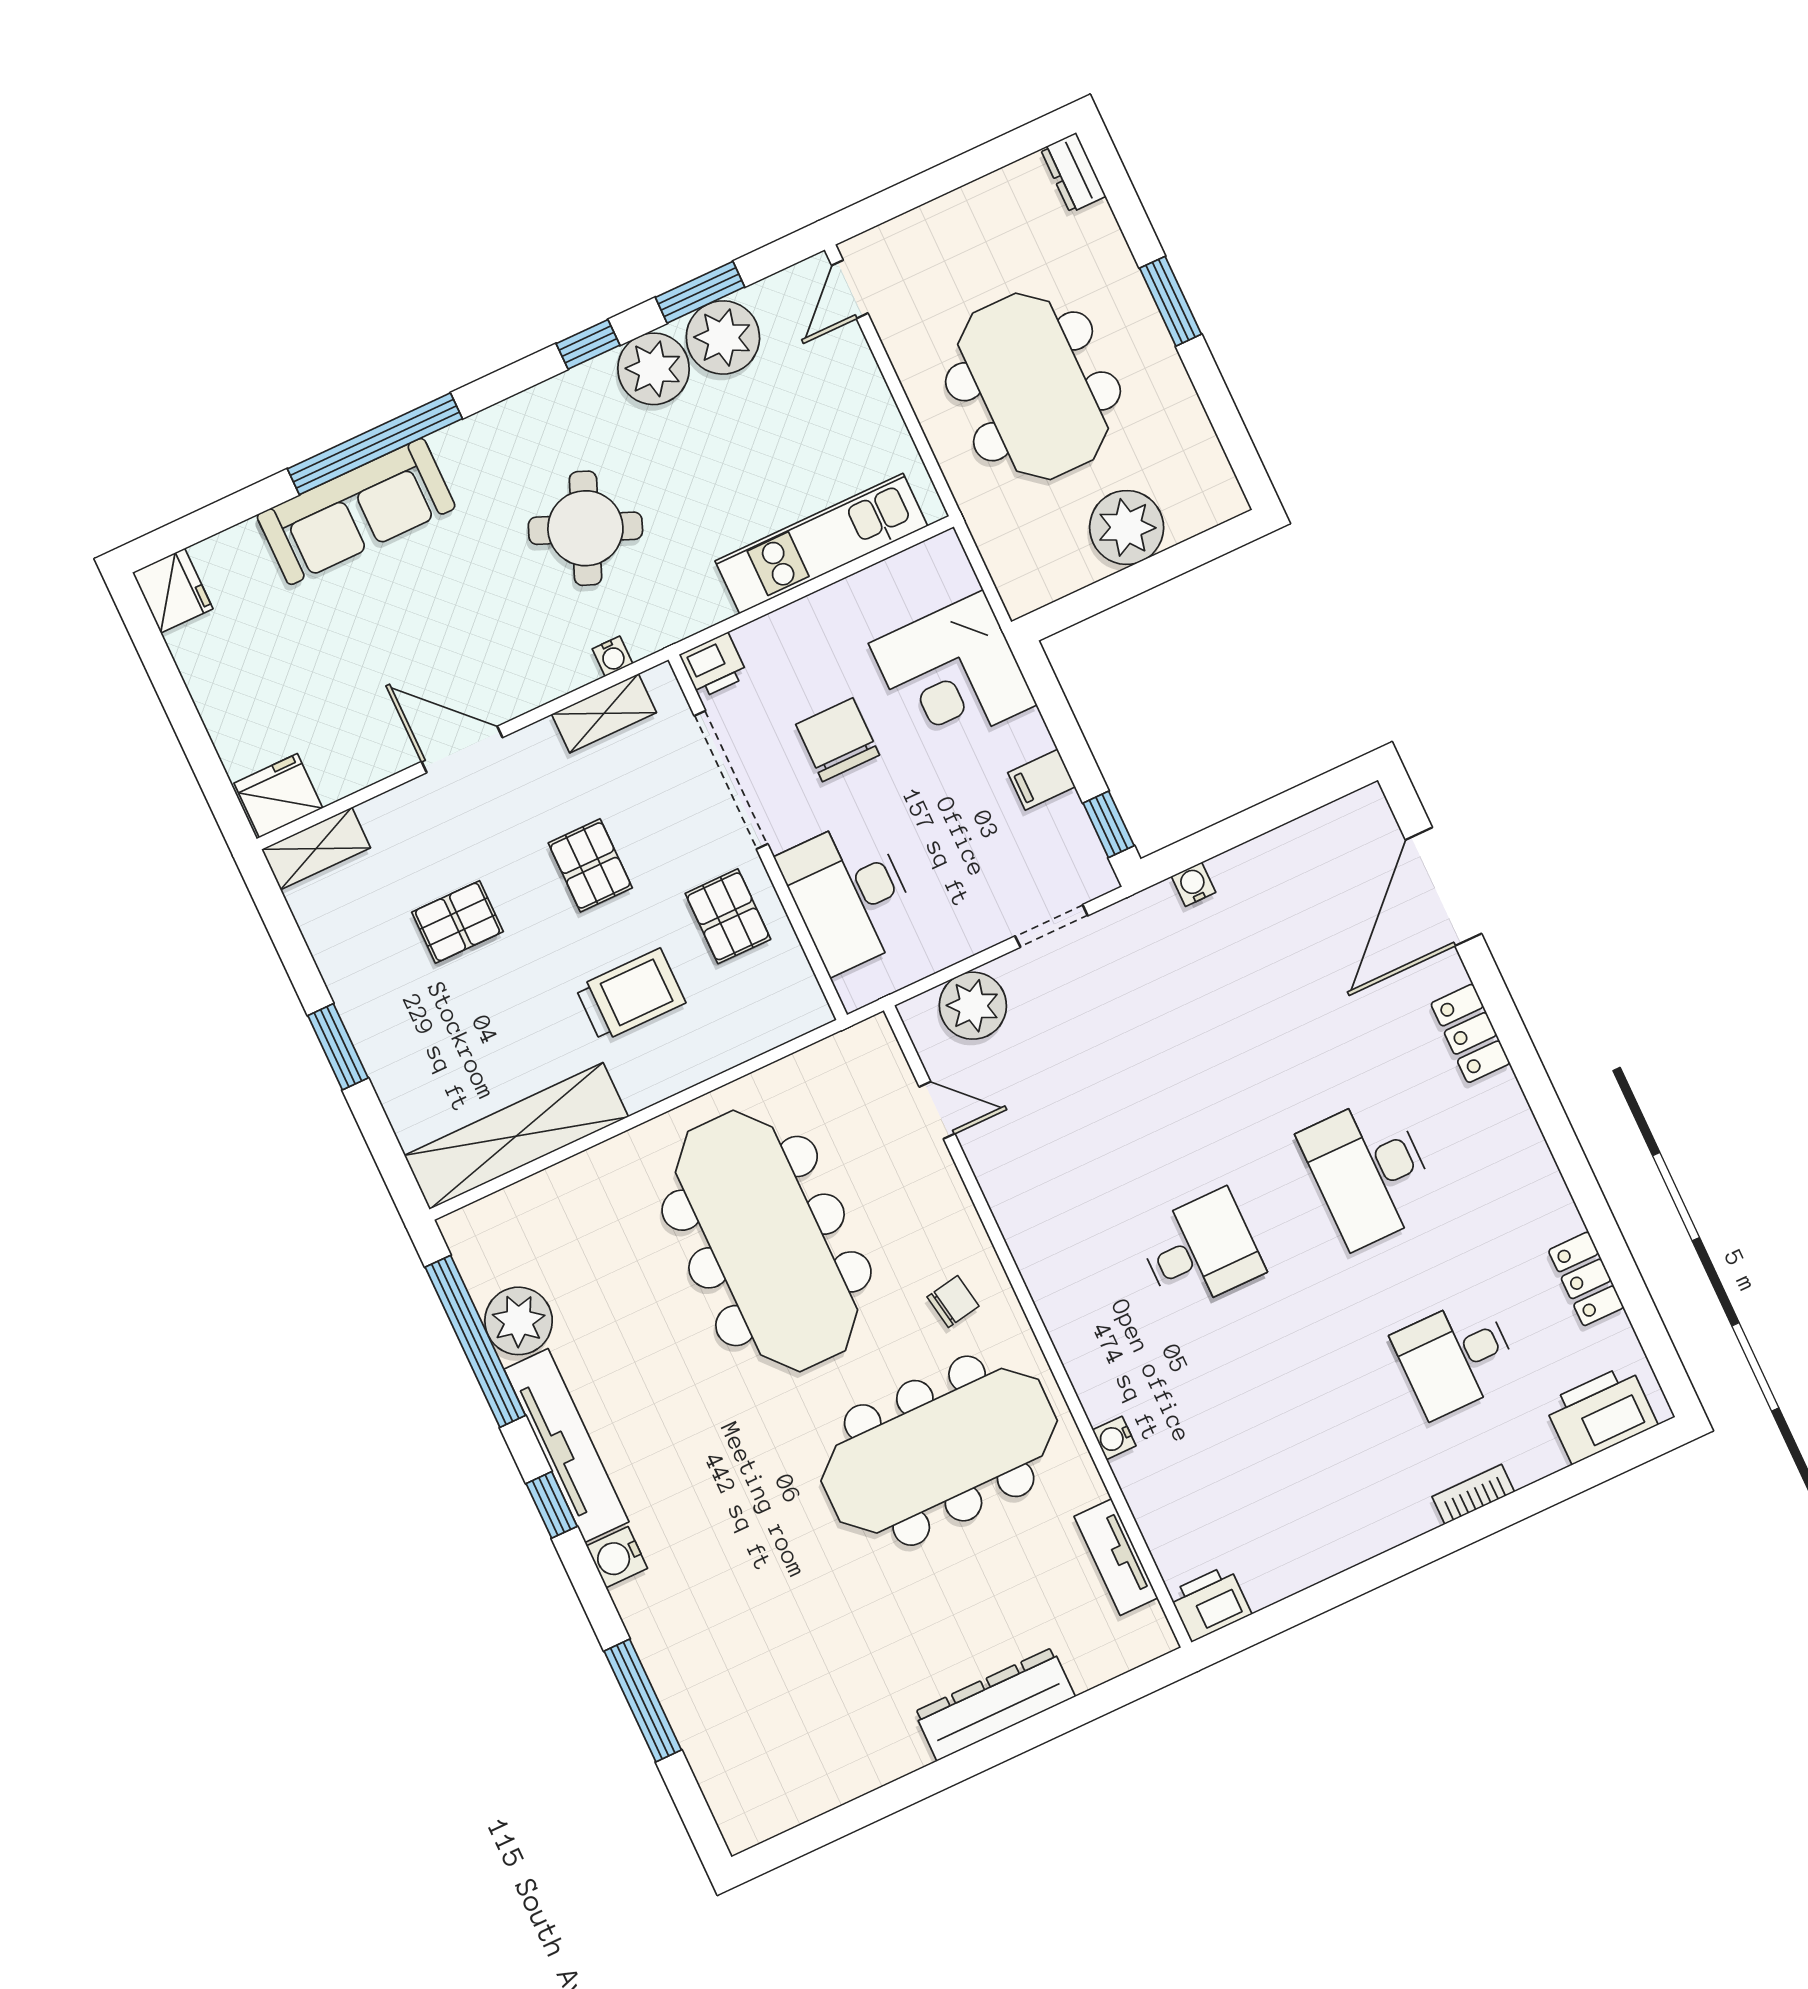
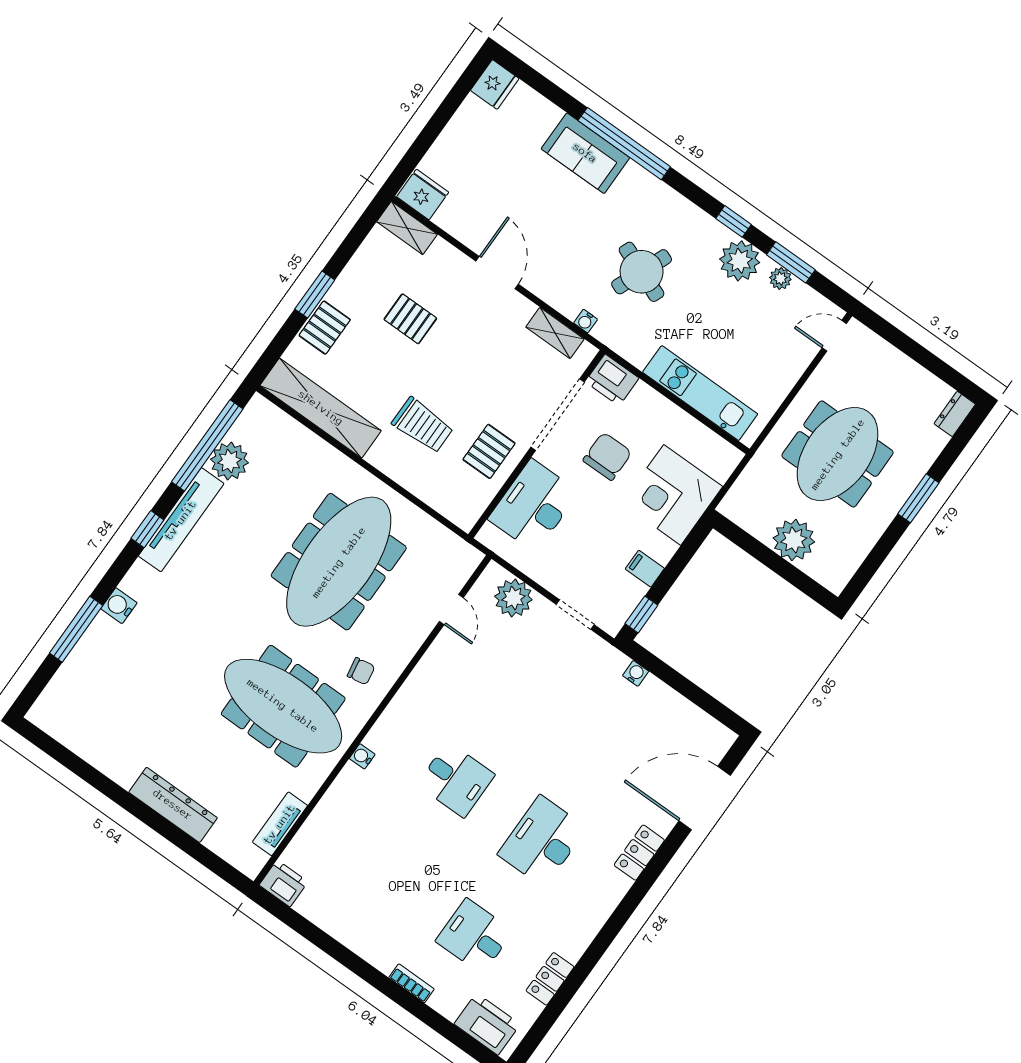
plant: (723, 337) -> (780, 278), width x0.53, depth x0.53
sofa: (356, 511) -> (585, 153), width x0.73
printer: (714, 666) -> (612, 380), width x1.36, depth x1.24
pallet: (590, 865) -> (325, 328), moved
water cooler: (1114, 1438) -> (362, 756), moved
water cooler: (617, 1557) -> (119, 606), moved

